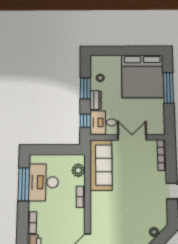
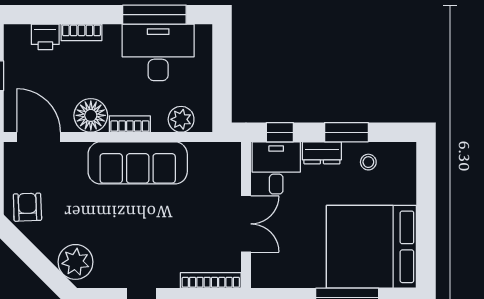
sofa: (101, 165) -> (138, 163), moved
floor lamp: (76, 218) -> (91, 115), added
plant: (154, 232) -> (76, 262), width x1.87, depth x1.87

